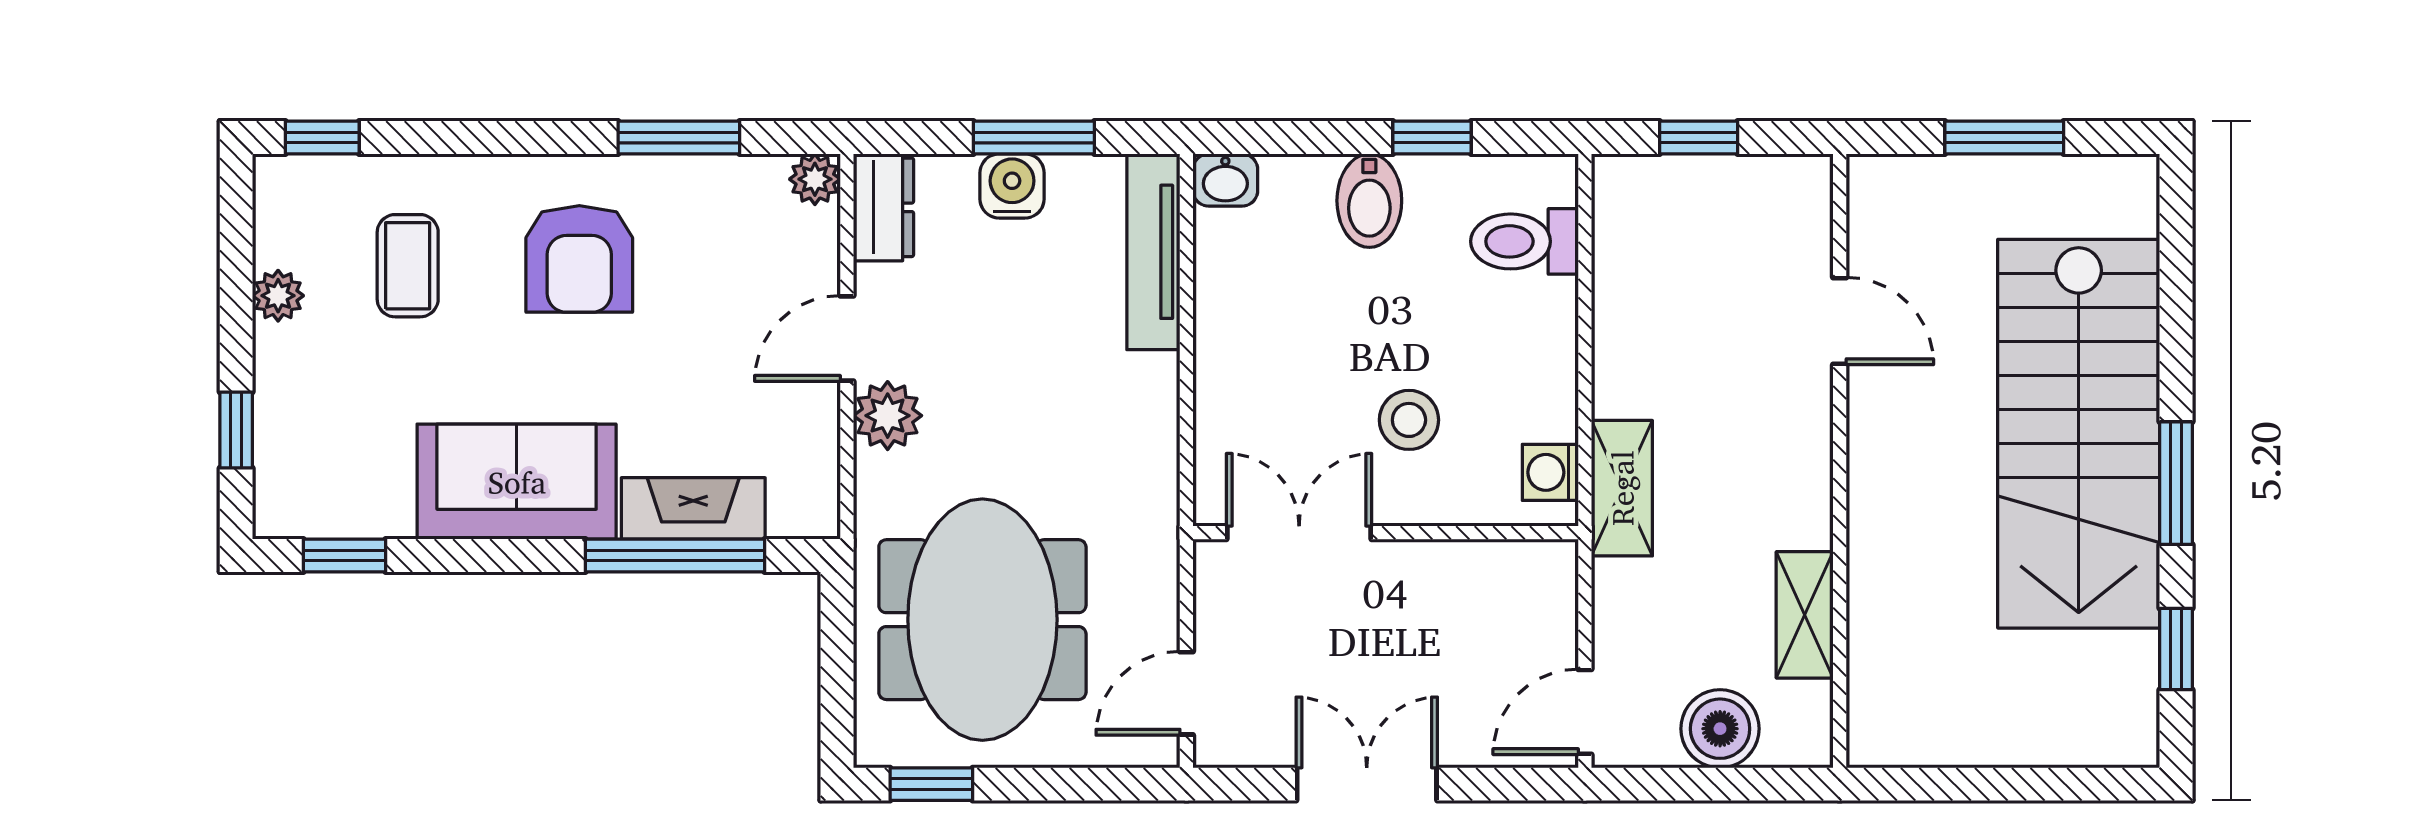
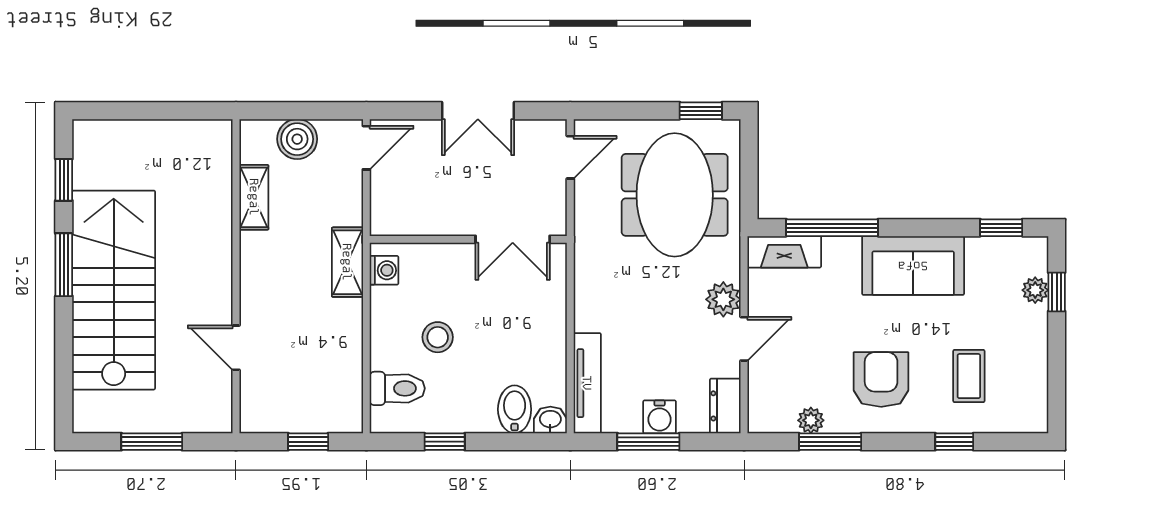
window: (322, 137) -> (954, 442), moved
plant: (815, 179) -> (811, 420), moved
bidet: (1369, 201) -> (515, 409), moved
plant: (278, 296) -> (1035, 290), moved
stool: (1409, 420) -> (438, 337), moved
fireplace: (693, 508) -> (784, 252), moved

